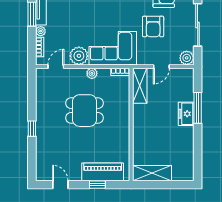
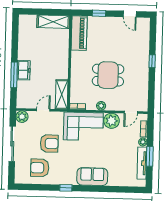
armchair: (153, 27) -> (49, 143), turned 90
piano: (103, 172) -> (79, 33), moved, turned -90

